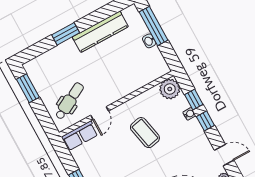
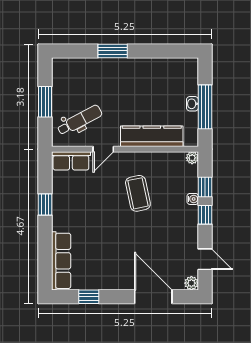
window: (154, 26) -> (205, 107), moved
kitchen counter: (100, 32) -> (152, 136), moved, turned 180
window: (28, 88) -> (45, 102), moved
plant: (170, 89) -> (192, 158), width x0.53, depth x0.53

